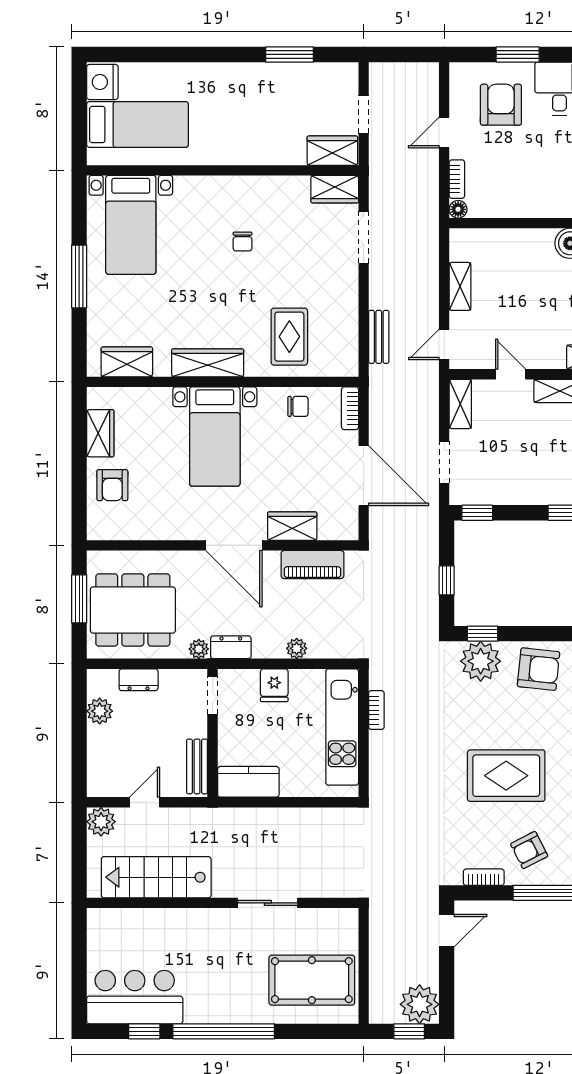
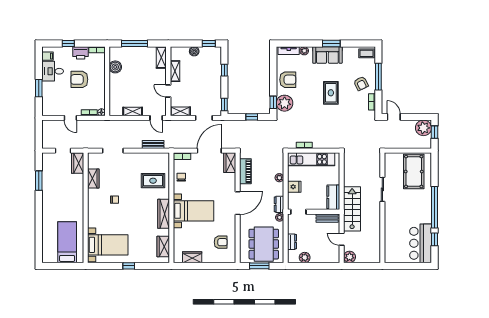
nightstand: (102, 82) -> (50, 256), removed
armchair: (501, 105) -> (79, 79), moved
wardrobe: (335, 189) -> (93, 179), moved
window: (79, 276) -> (129, 266), width x0.46
door: (511, 374) -> (168, 91), hinge flipped
armchair: (112, 485) -> (221, 242), moved
wardrobe: (292, 526) -> (230, 163), moved
armchair: (538, 669) -> (288, 80), turned 84
rug: (506, 776) -> (331, 93), width x0.73, depth x0.70
stairs: (156, 877) -> (352, 209), moved, turned 180

